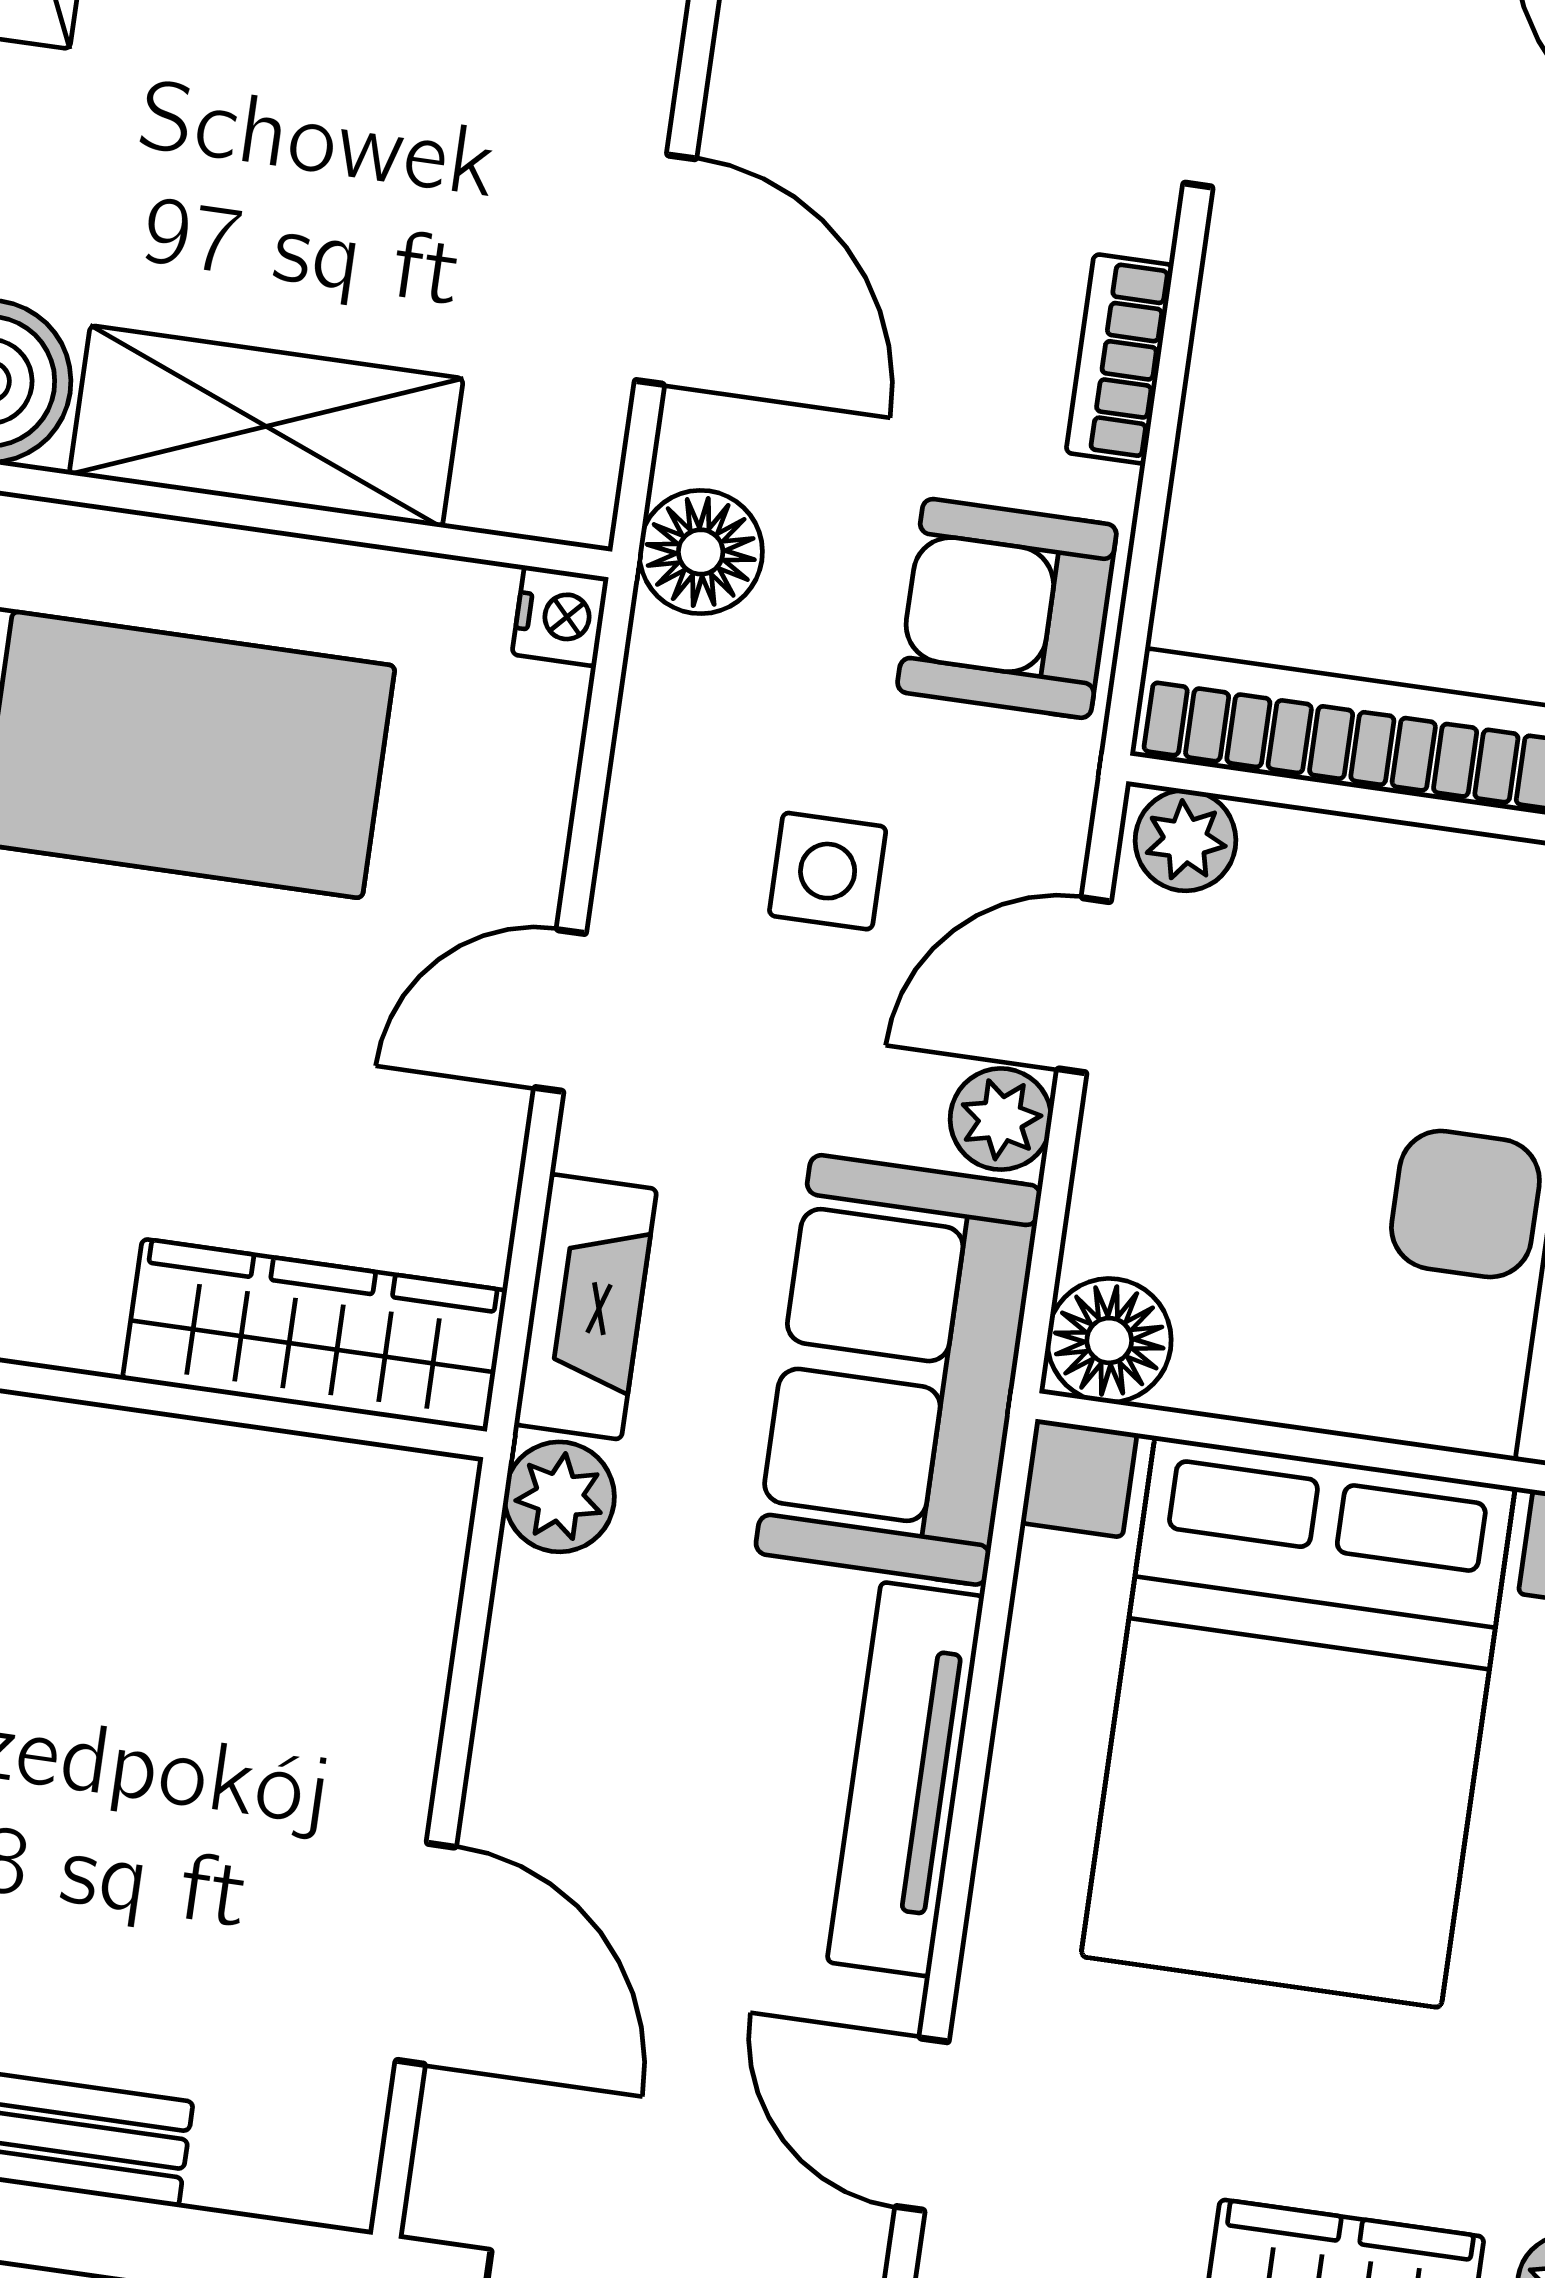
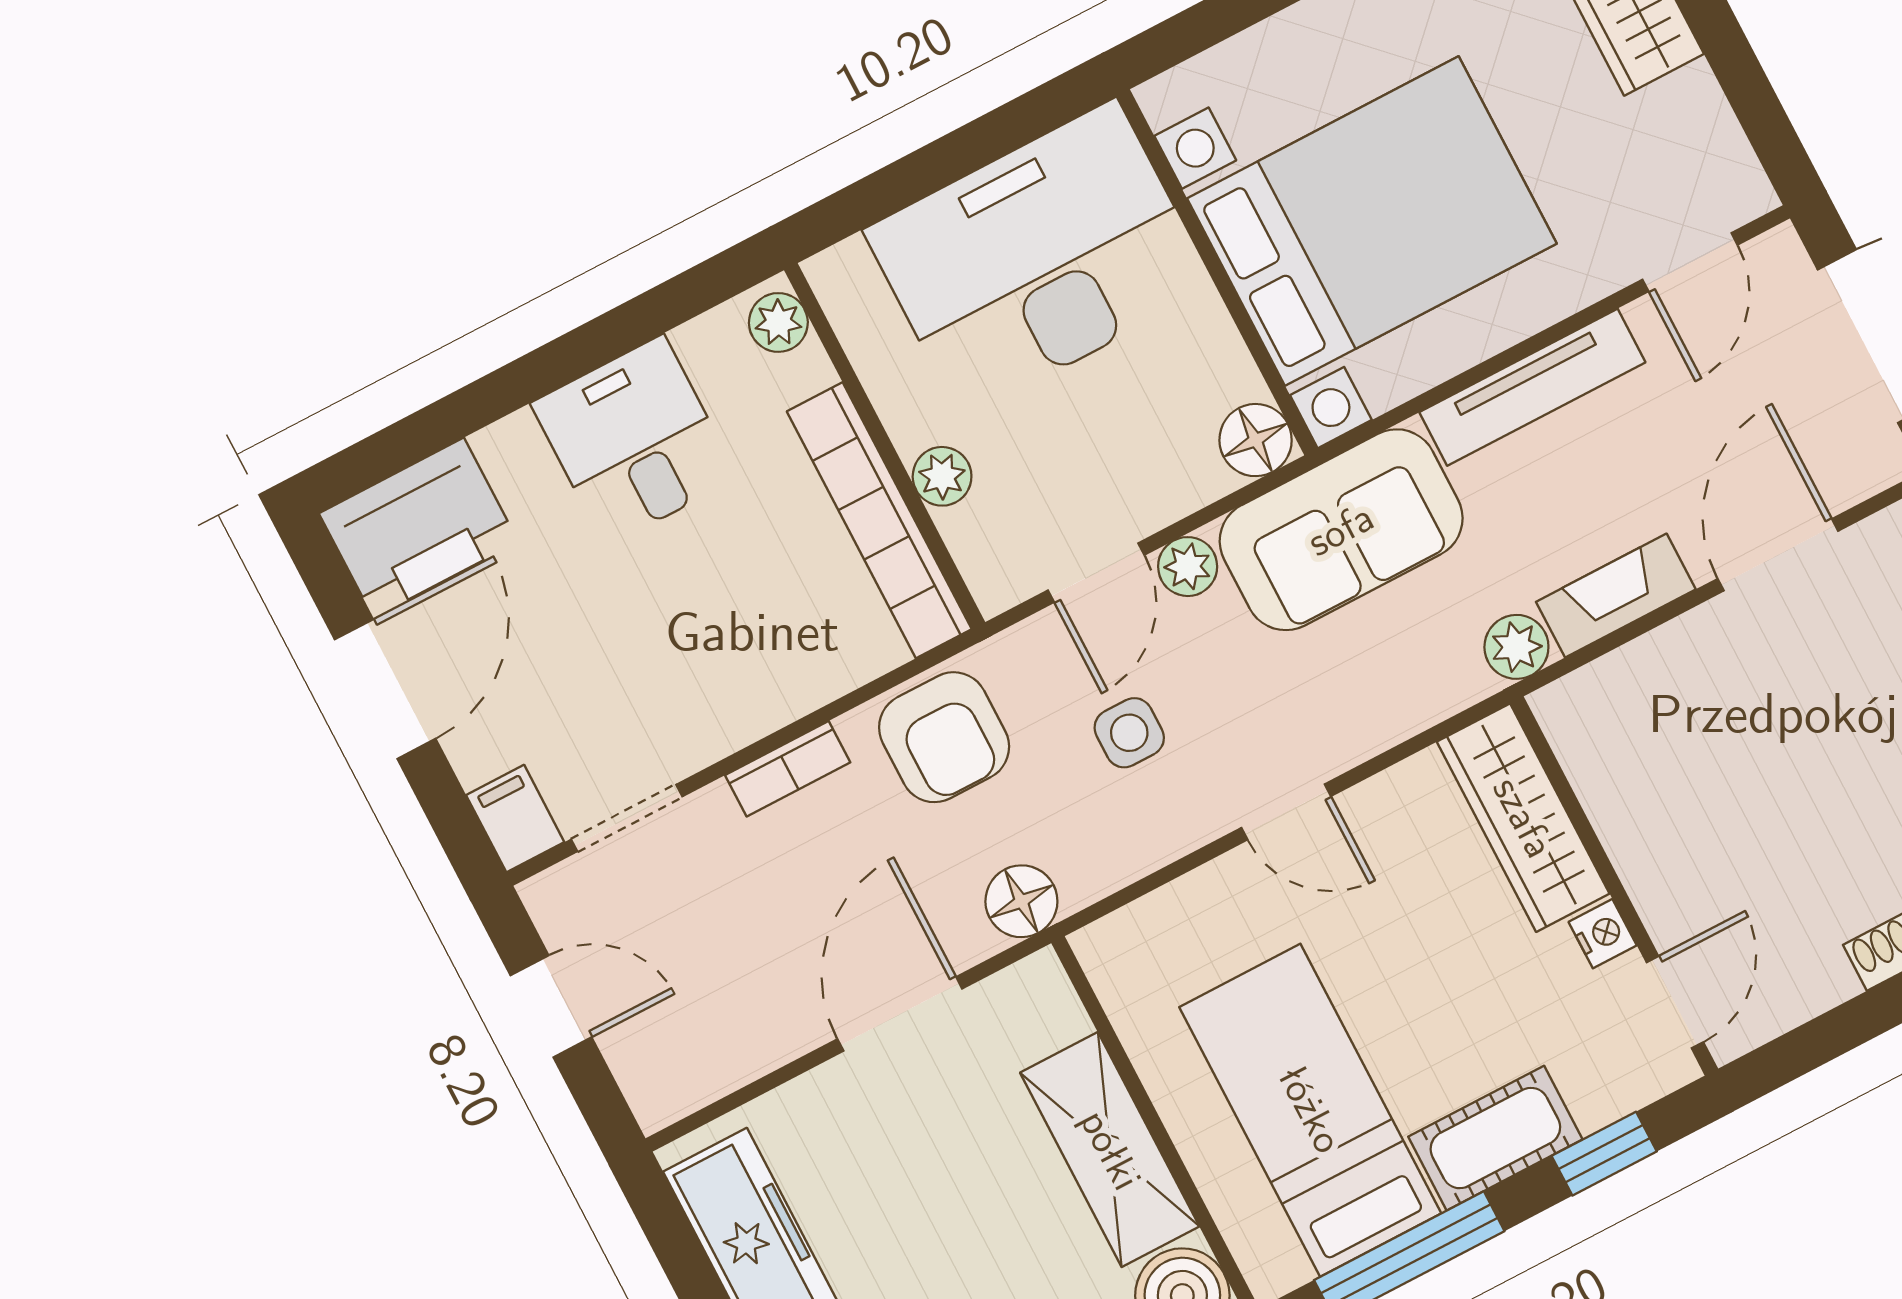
nightstand: (560, 616) -> (1603, 934), moved, turned 90
plant: (1185, 840) -> (942, 476), moved
door: (1084, 985) -> (1096, 573), hinge flipped
fireplace: (586, 1307) -> (1616, 596), moved

